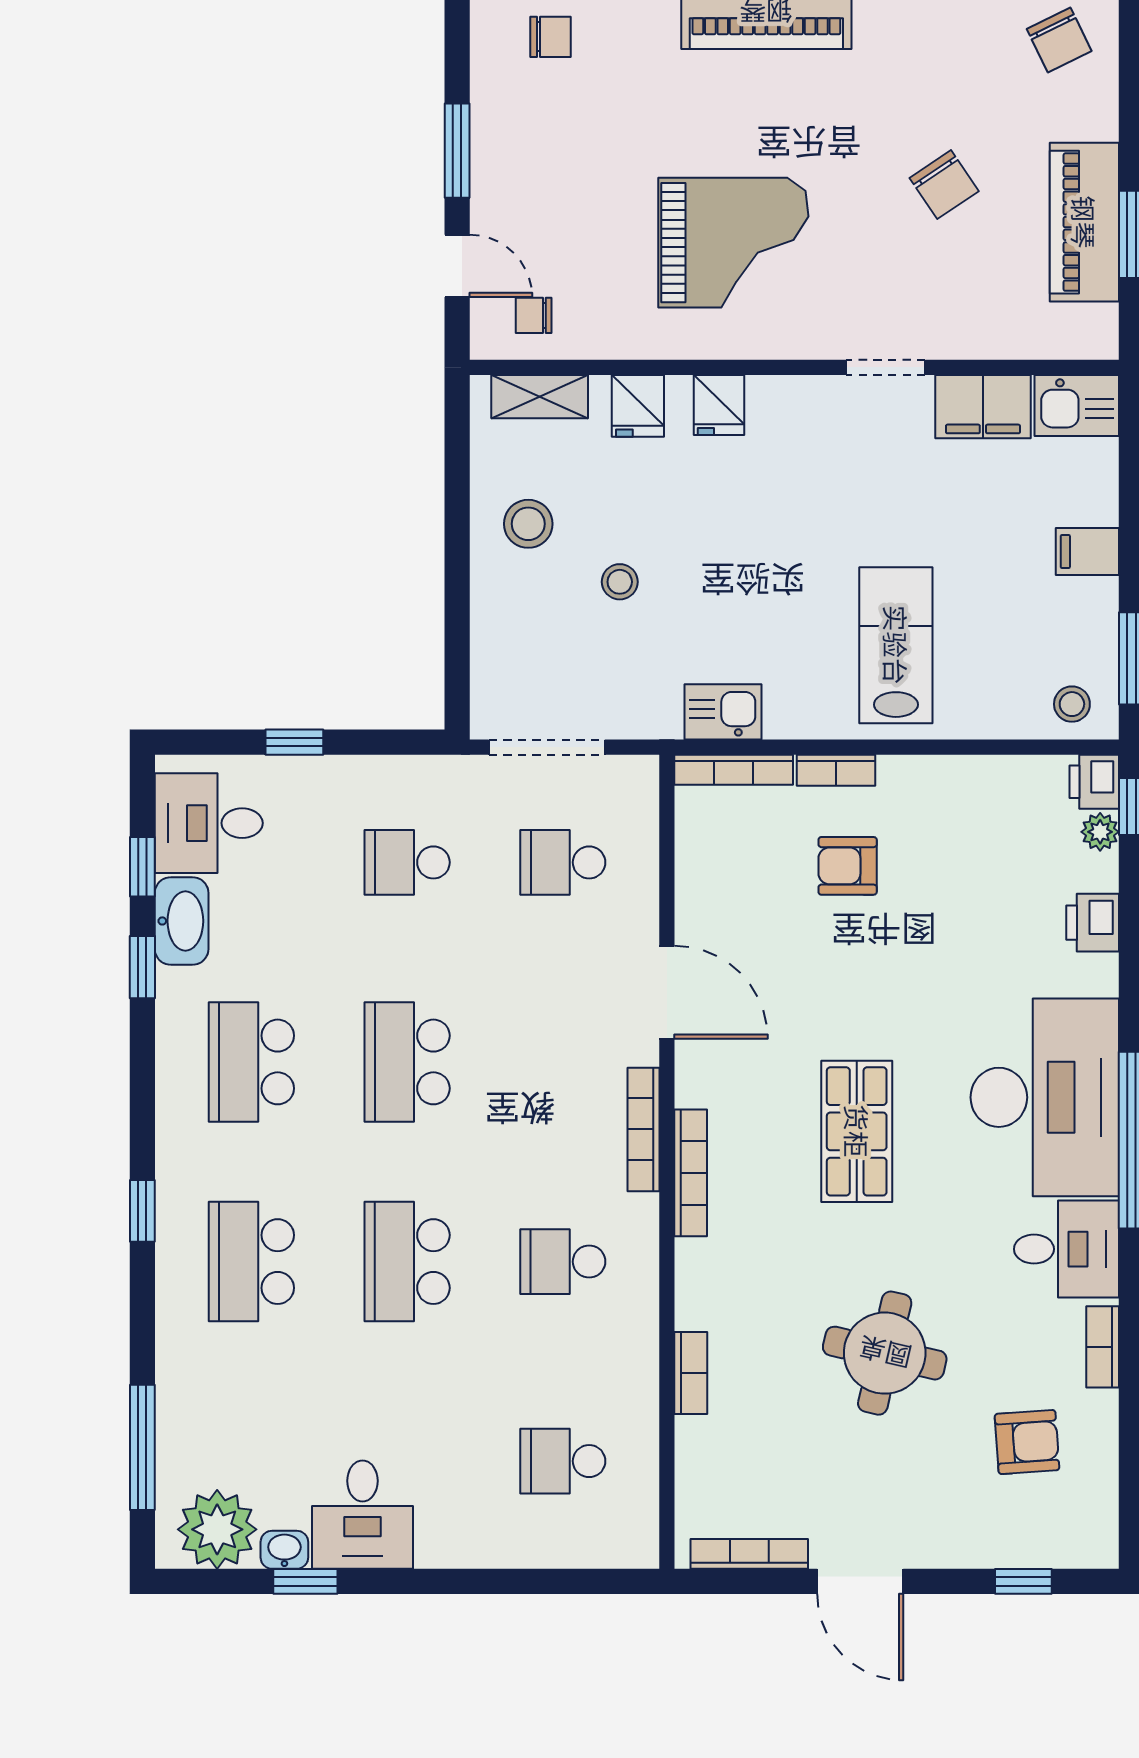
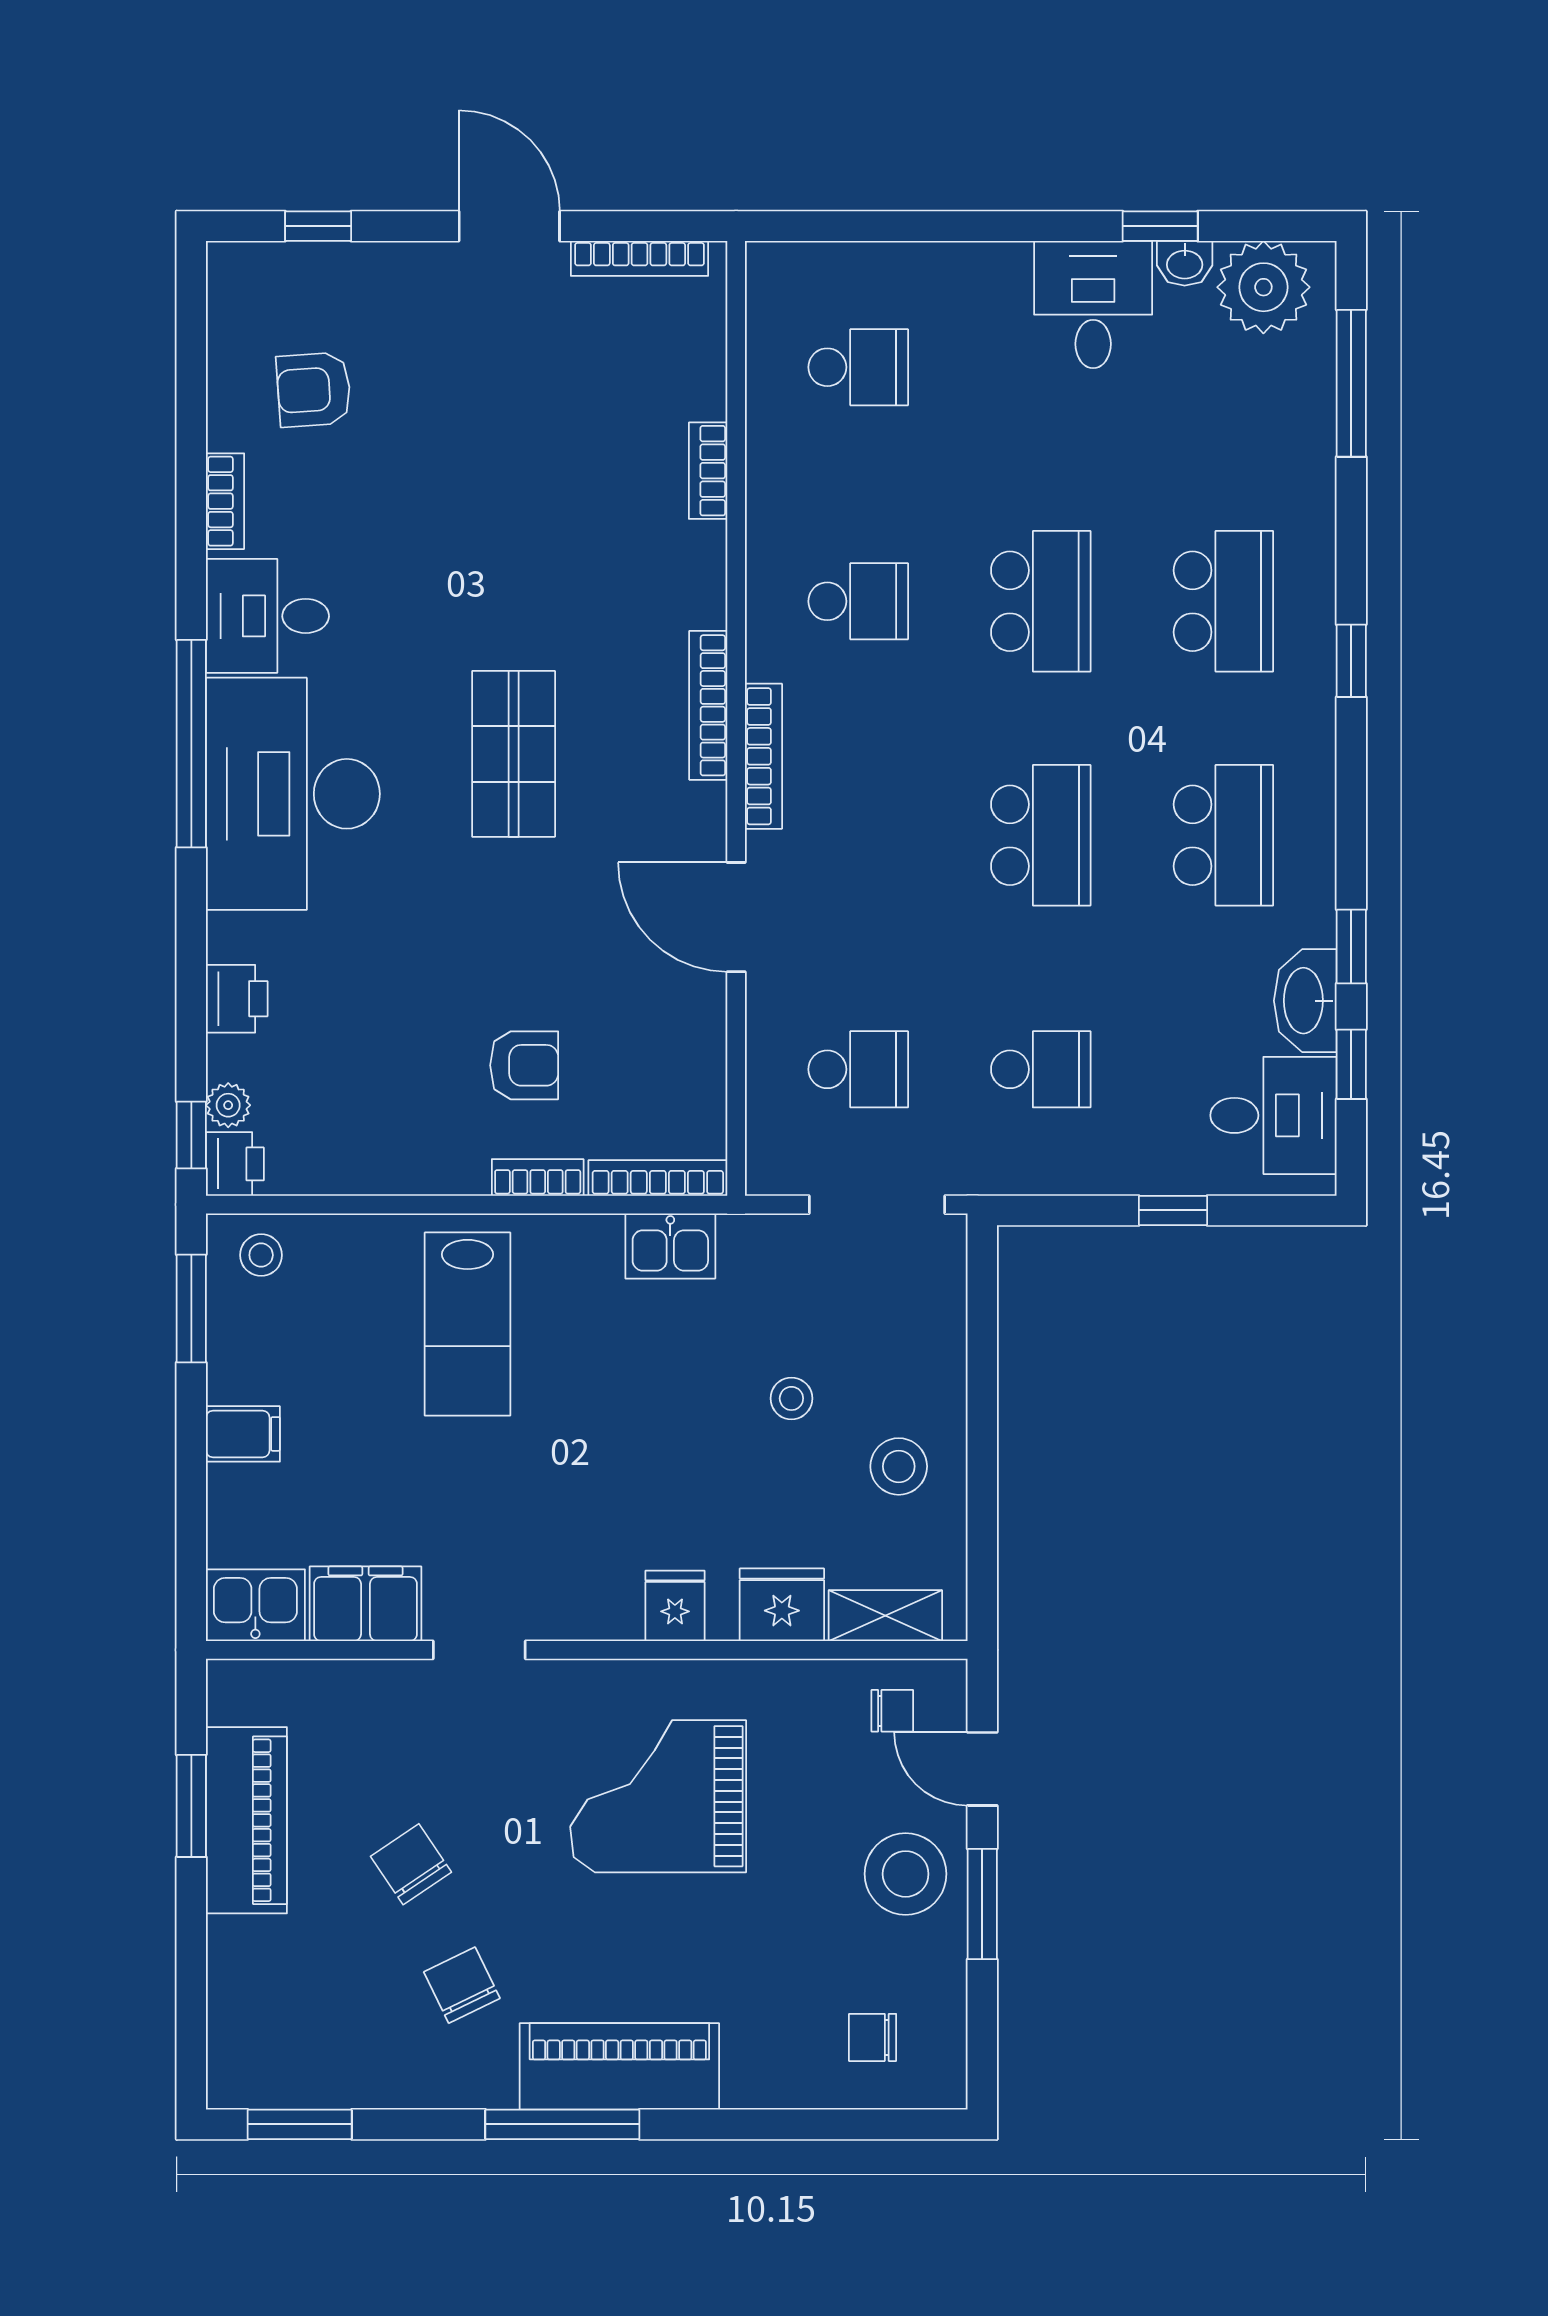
chair: (1059, 40) -> (462, 1985), moved
stool: (522, 176) -> (906, 1874), added
fridge: (638, 406) -> (782, 1605), width x1.38
round table: (885, 1353) -> (481, 494), removed

